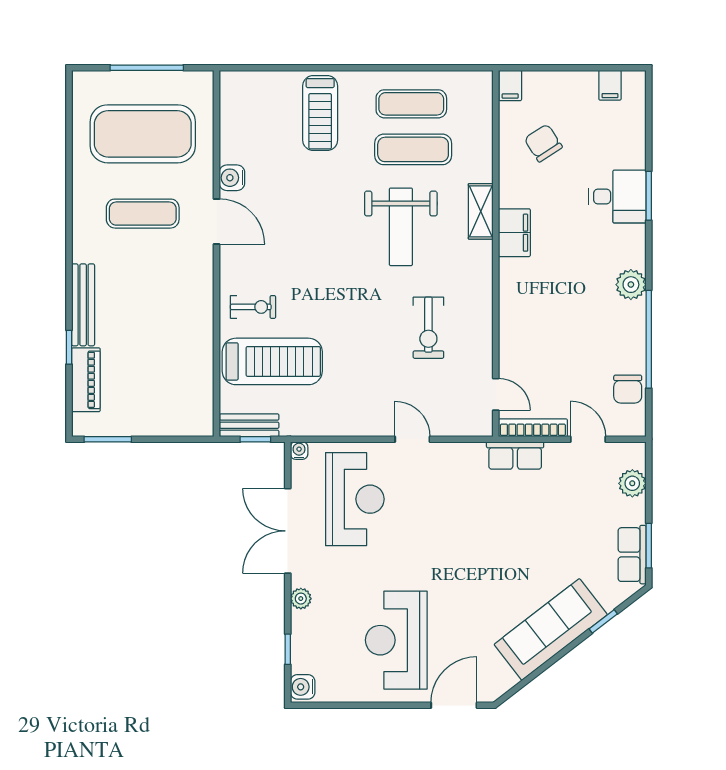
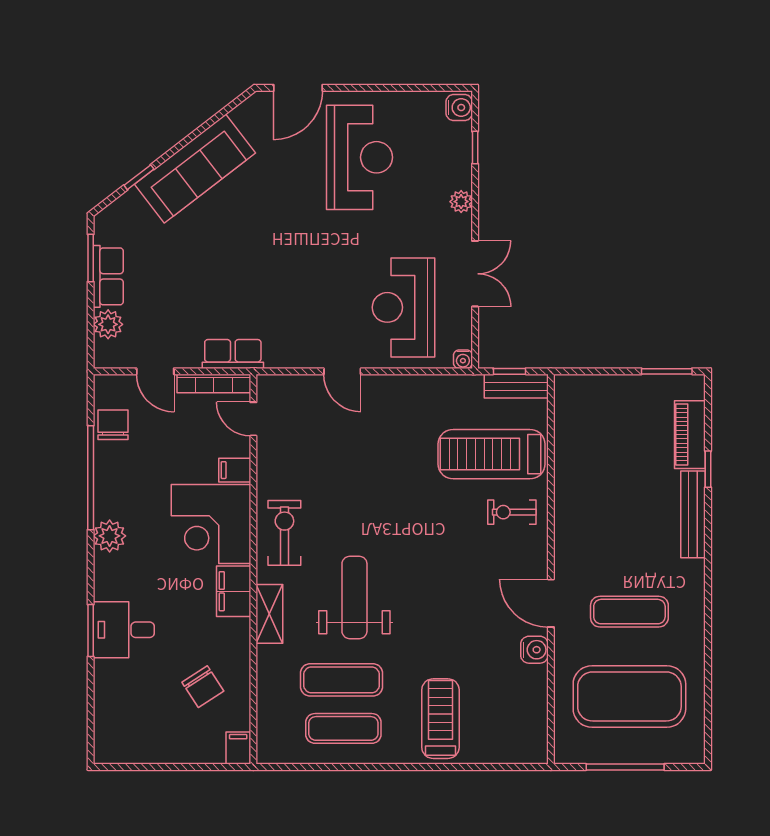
filing cabinet: (610, 85) -> (235, 470), moved, turned -90
corner desk: (536, 296) -> (211, 524), added
exercise bike: (428, 328) -> (284, 533), moved
double door: (288, 531) -> (475, 274), width x0.73
row of seats: (632, 555) -> (108, 276), moved

